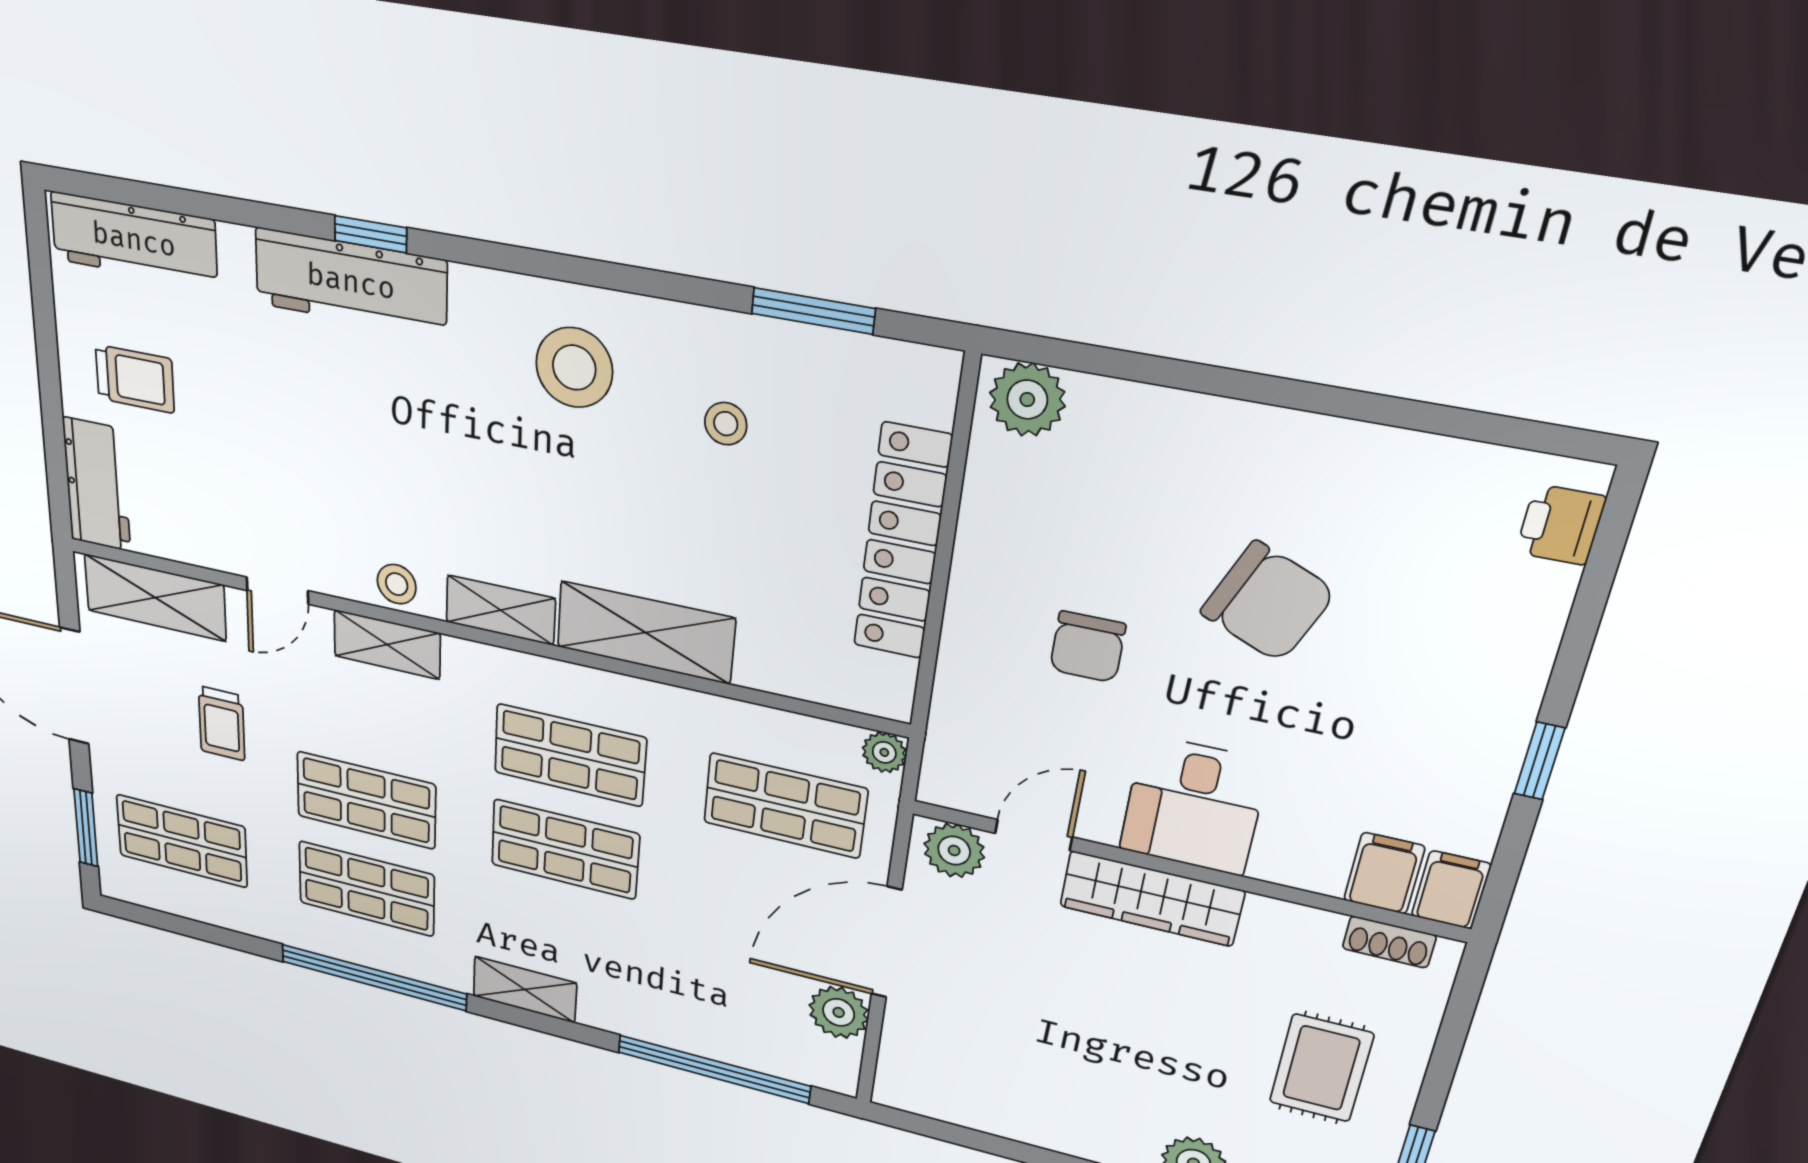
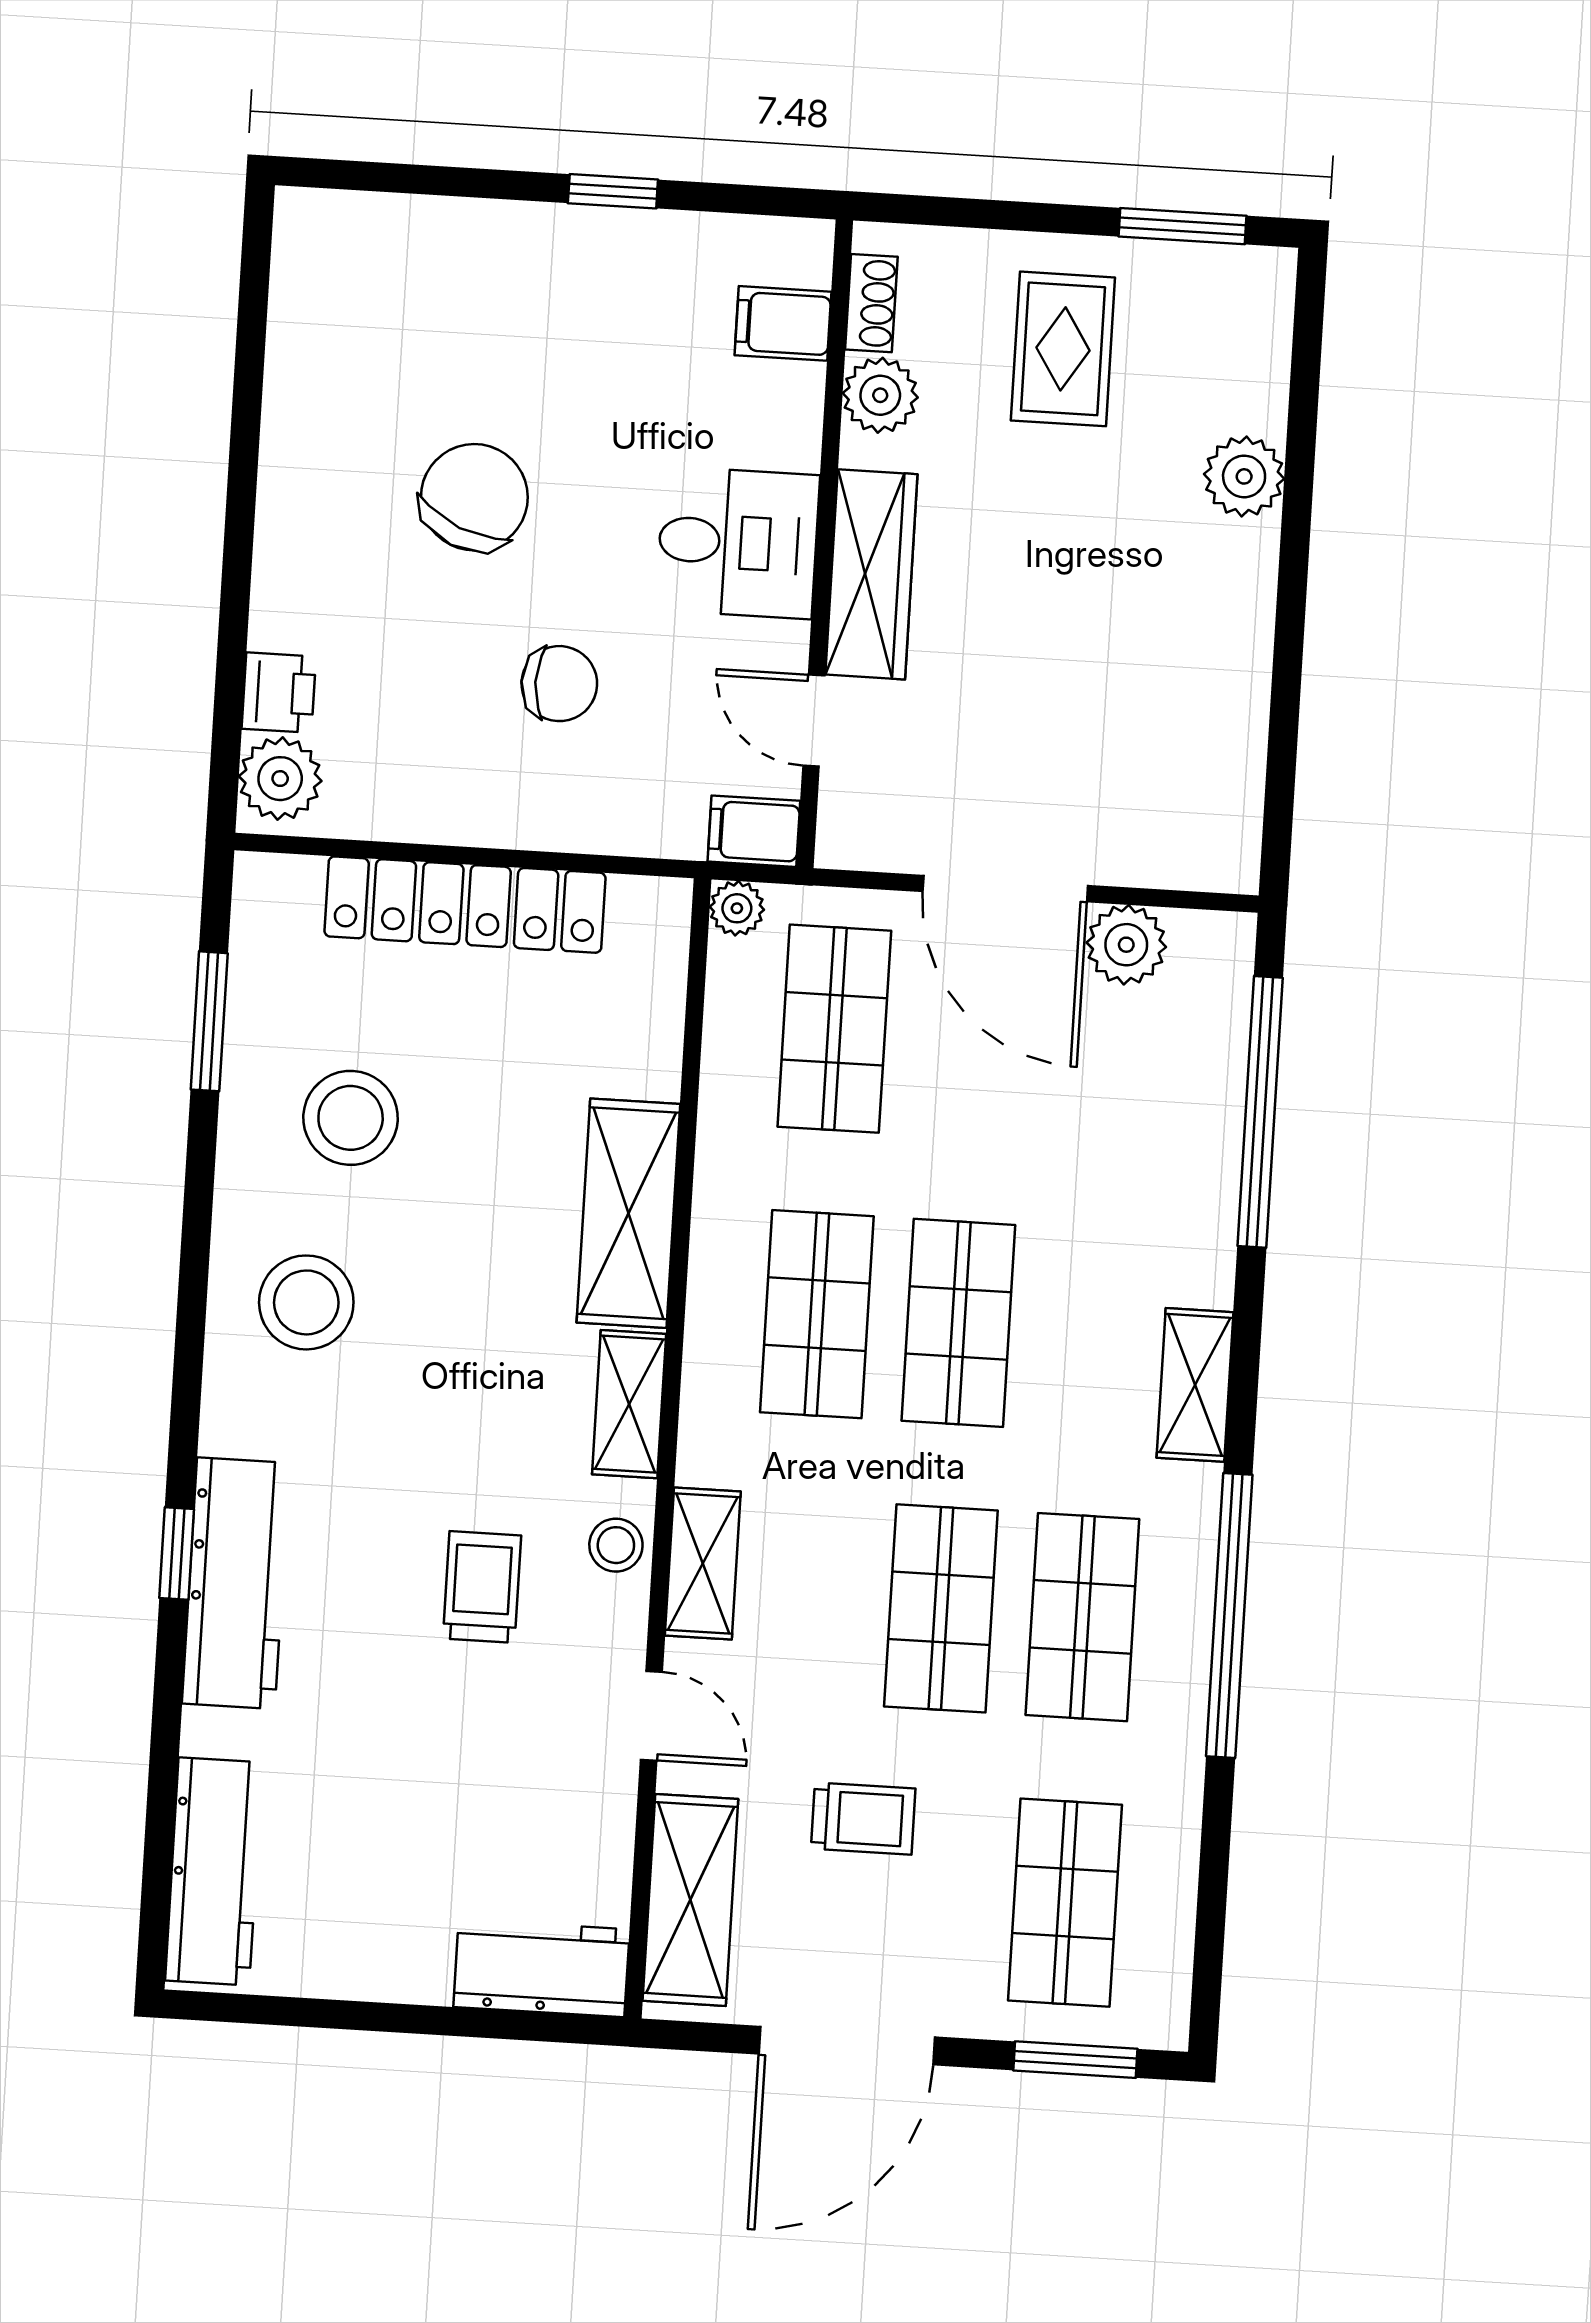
trolley: (135, 379) -> (482, 1587), moved
stool: (726, 424) -> (351, 1118), width x1.89, depth x1.89
printer: (1561, 525) -> (279, 693), moved, turned -90
plant: (954, 851) -> (880, 395), moved
filing cabinet: (1451, 890) -> (754, 831), moved
rug: (1321, 1068) -> (1063, 349), turned 90

